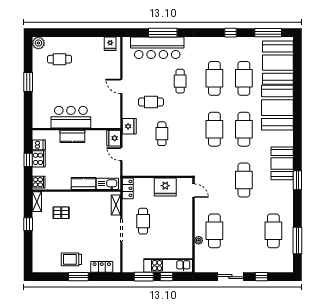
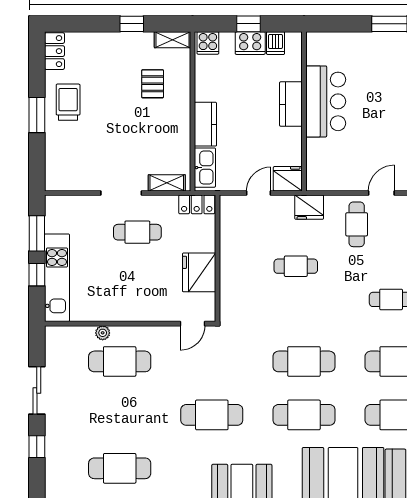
cafe table: (151, 102) -> (357, 224), moved
locker: (102, 267) -> (54, 51), moved

